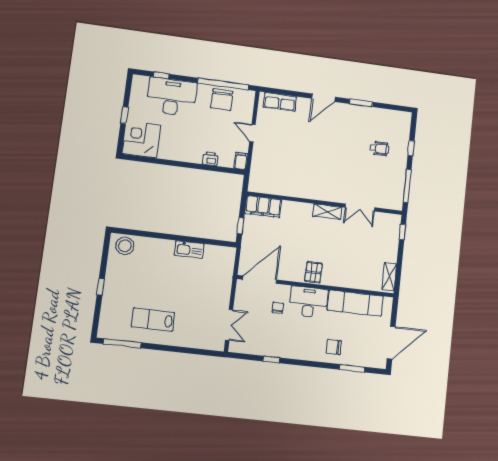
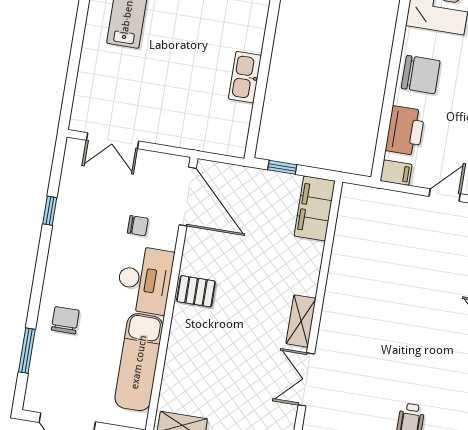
chair: (184, 149) -> (421, 75), added
printer: (210, 159) -> (405, 131), width x1.87, depth x1.48

